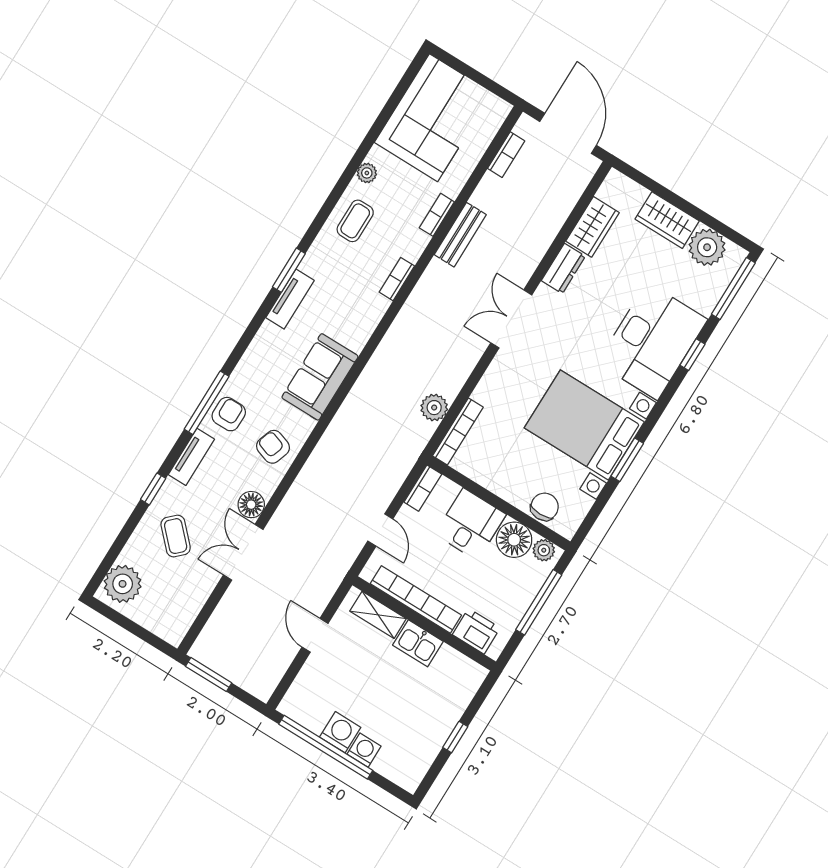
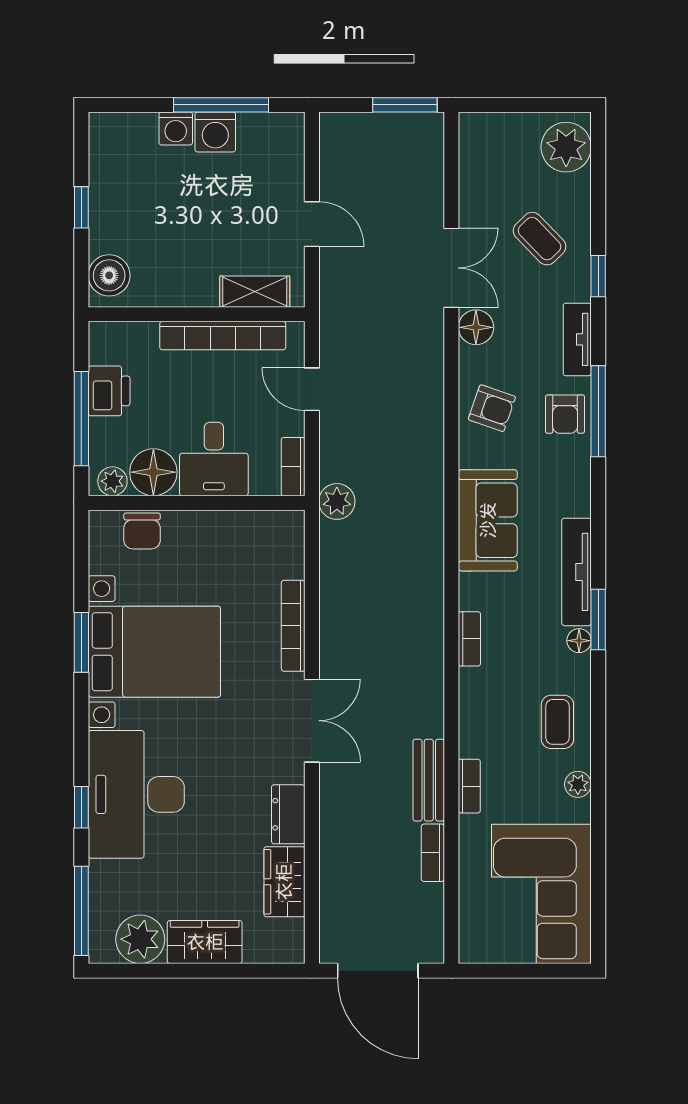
bookcase: (506, 155) -> (433, 853), moved
floor lamp: (309, 264) -> (579, 641), added
bookcase: (397, 279) -> (469, 639), moved
tv unit: (290, 299) -> (576, 572), width x1.41
plant: (434, 408) -> (337, 501), moved
bookcase: (458, 431) -> (293, 626), moved
printer: (476, 631) -> (109, 391), moved, turned -90
kitchen sink: (418, 643) -> (190, 287), removed
boiler: (465, 683) -> (109, 275), added
window: (326, 747) -> (221, 105), width x0.68

